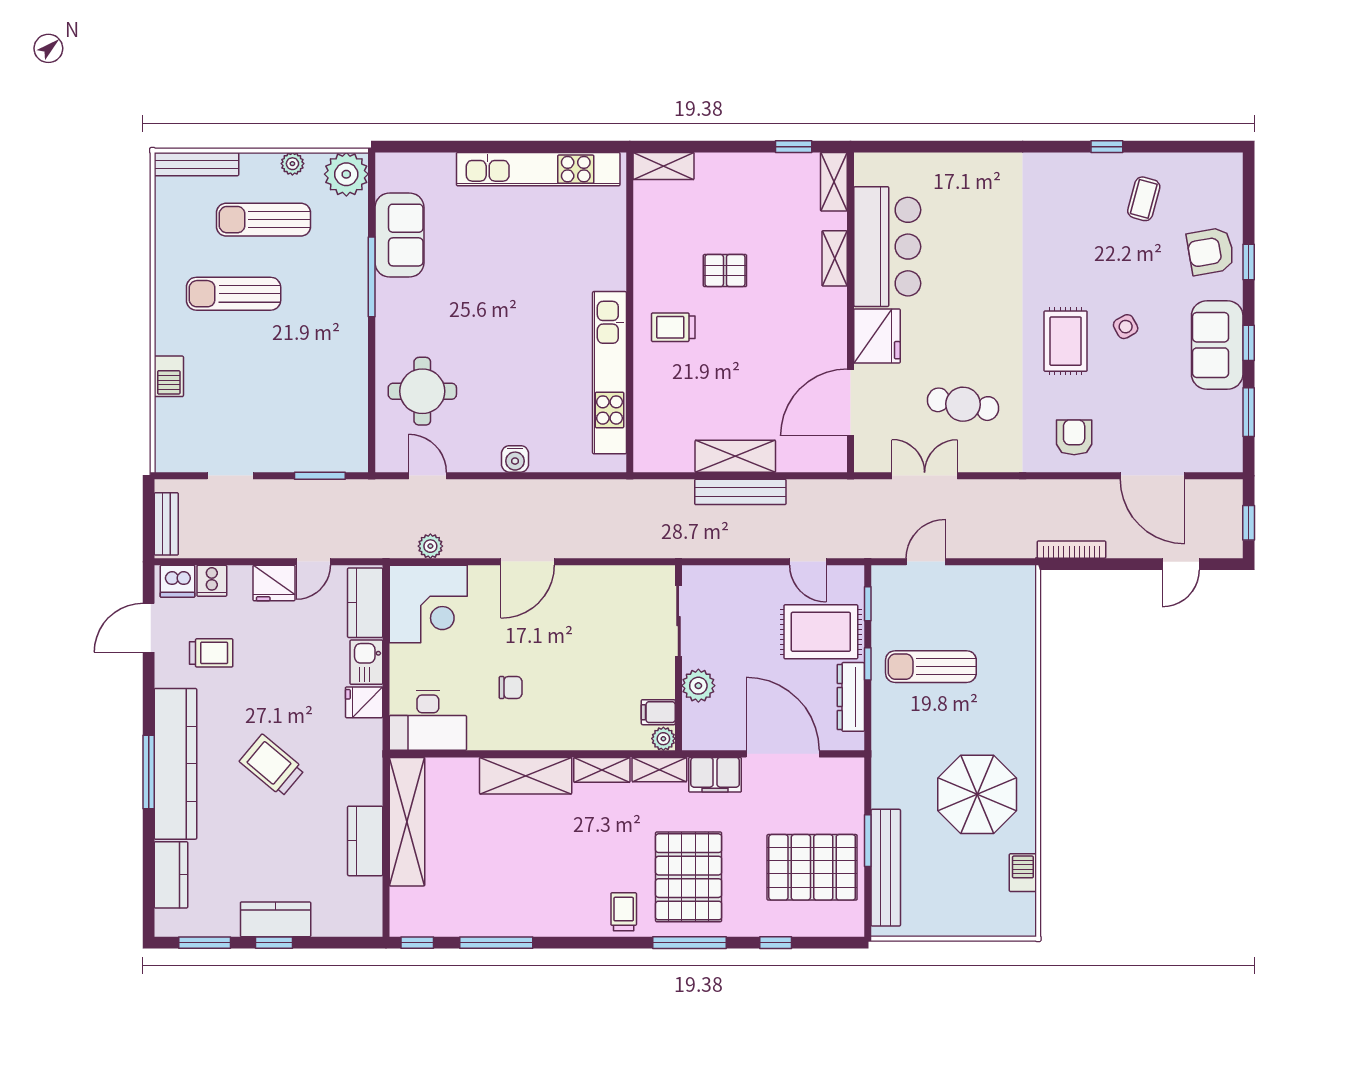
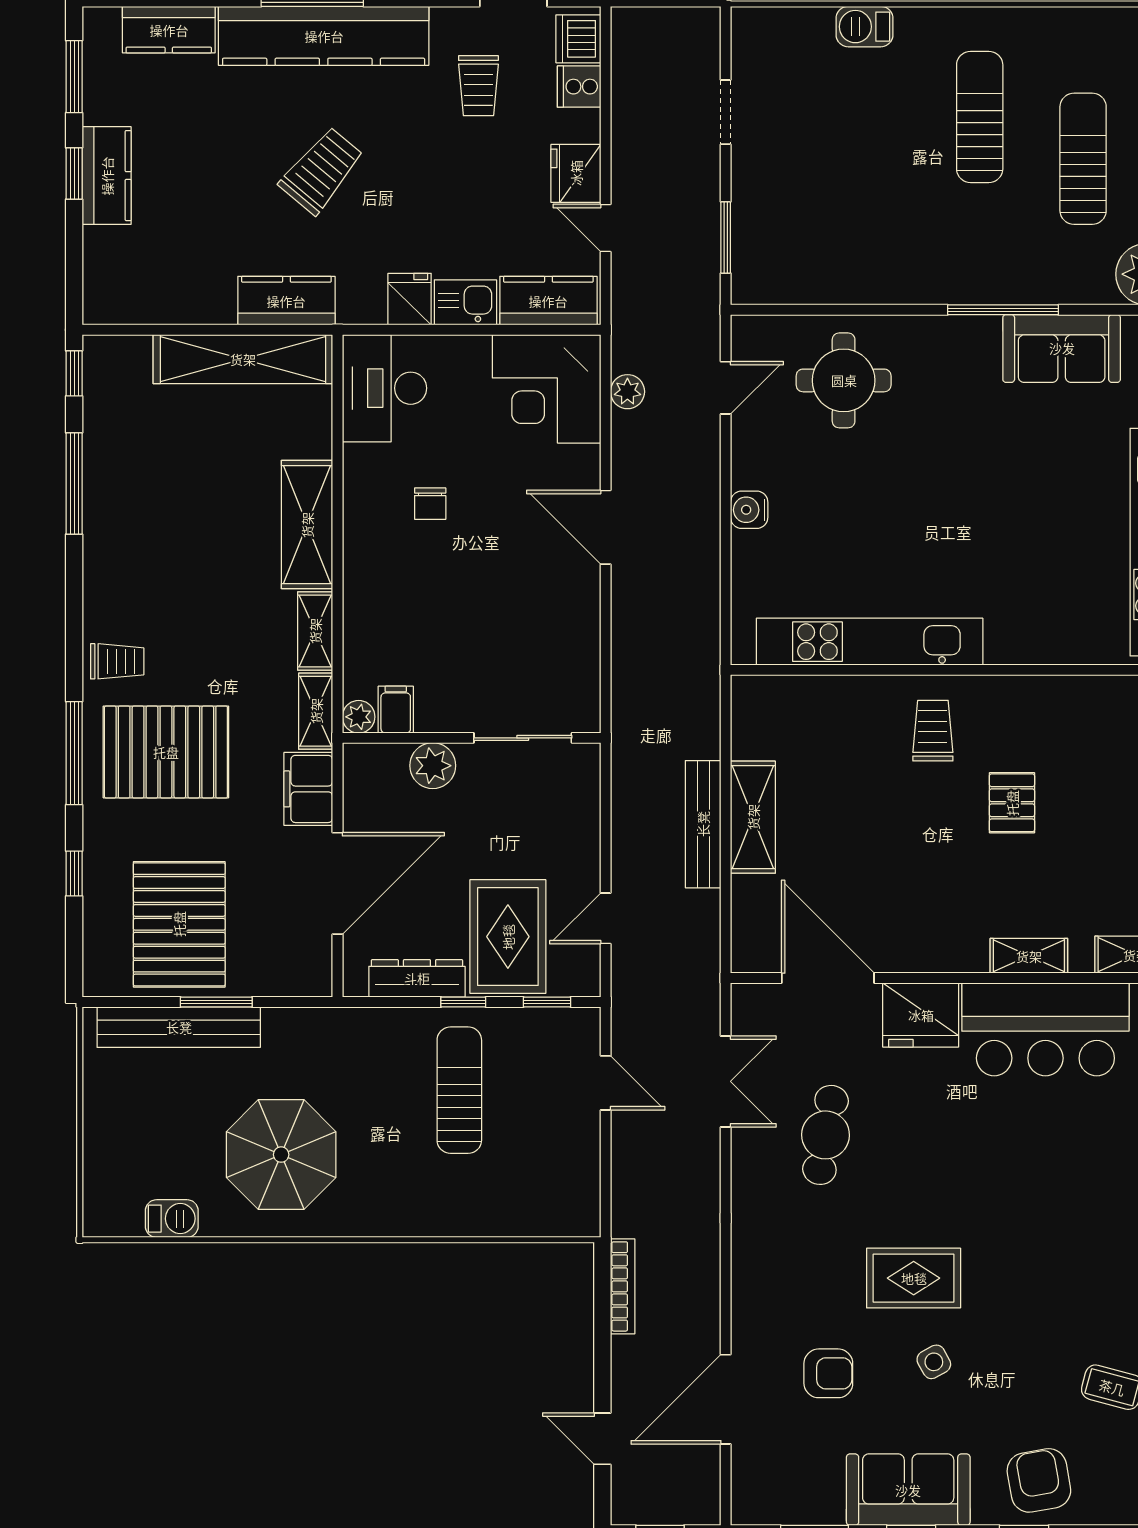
armchair: (1074, 437) -> (828, 1373), moved
bench: (166, 524) -> (658, 23), removed
kitchen counter: (365, 841) -> (286, 301), moved

